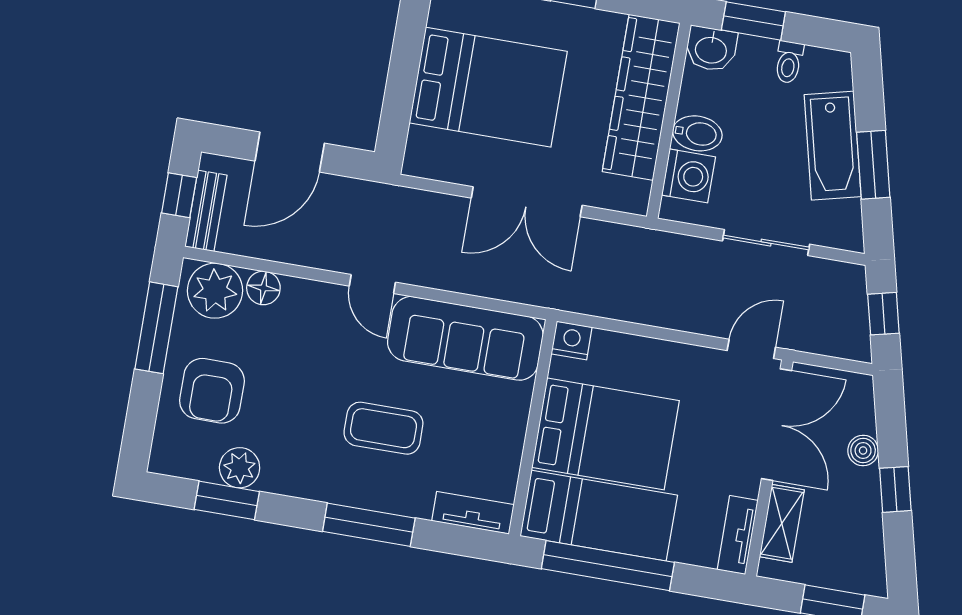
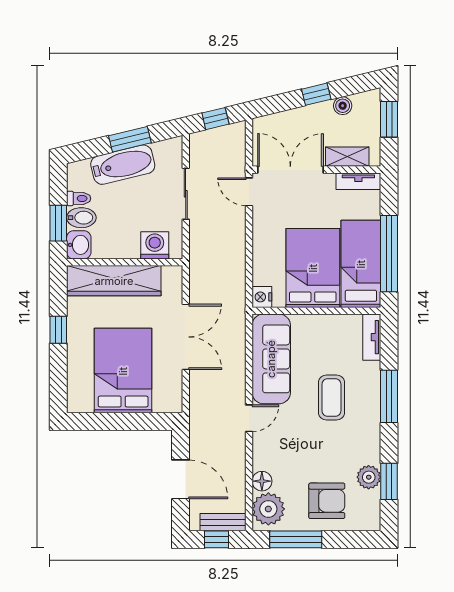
bidet: (697, 133) -> (81, 218), moved, turned 90
boiler: (863, 450) -> (343, 106), moved

